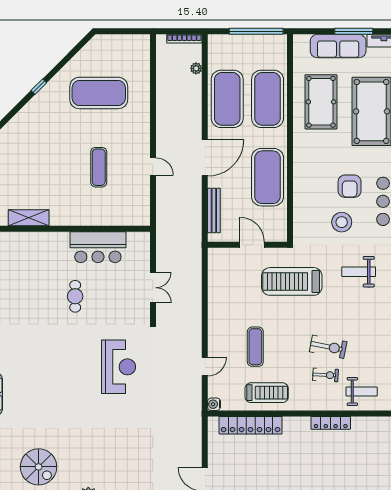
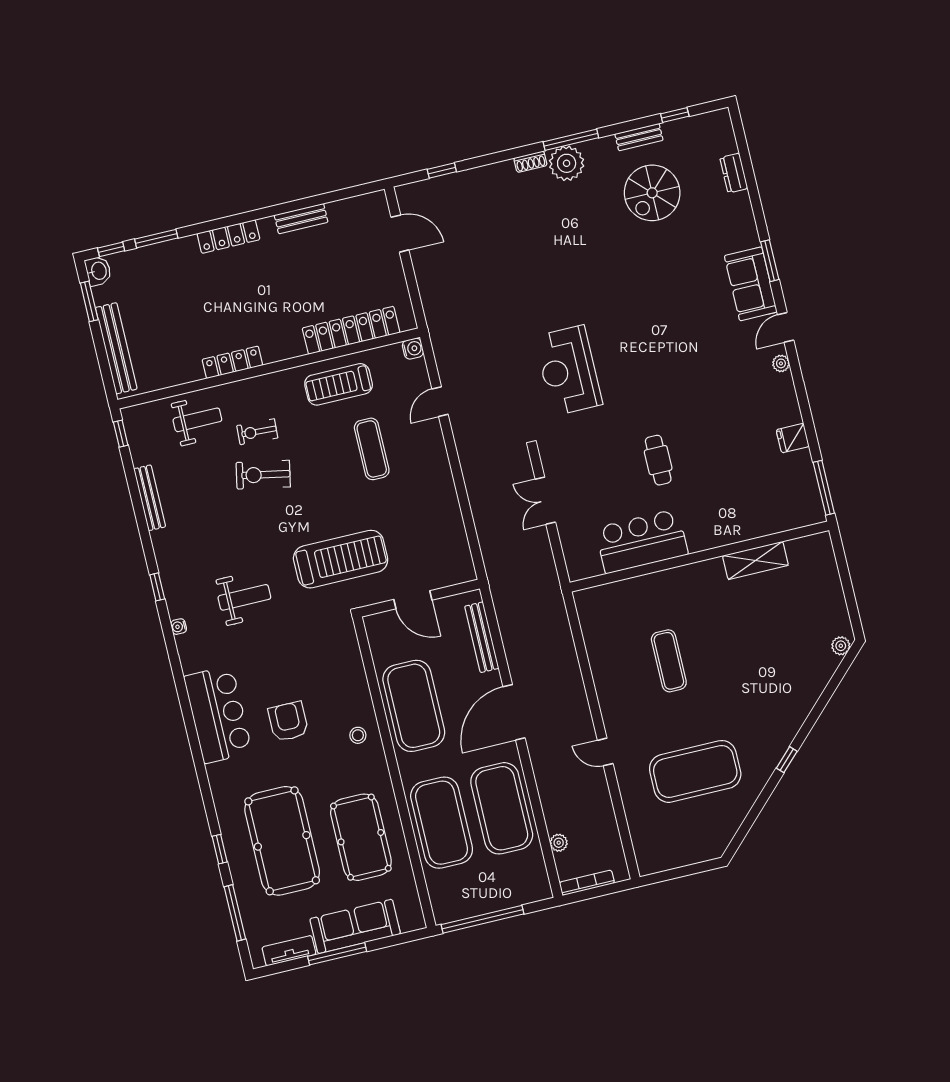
door: (153, 167) -> (605, 752), moved
stool: (342, 222) -> (358, 735), moved, width x0.53, depth x0.53
weight bench: (362, 392) -> (197, 420), turned 180
spiral stairs: (39, 467) -> (652, 193), turned -90

